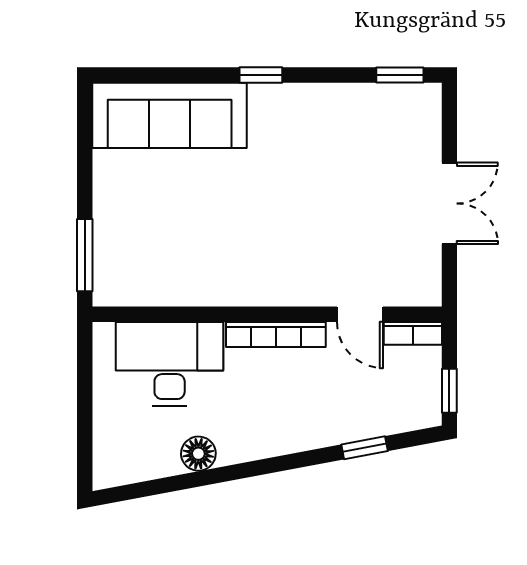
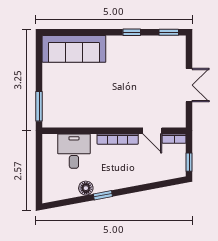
window: (261, 75) -> (132, 32), moved
desk: (170, 364) -> (74, 151), width x0.73
window: (365, 448) -> (103, 195), moved

